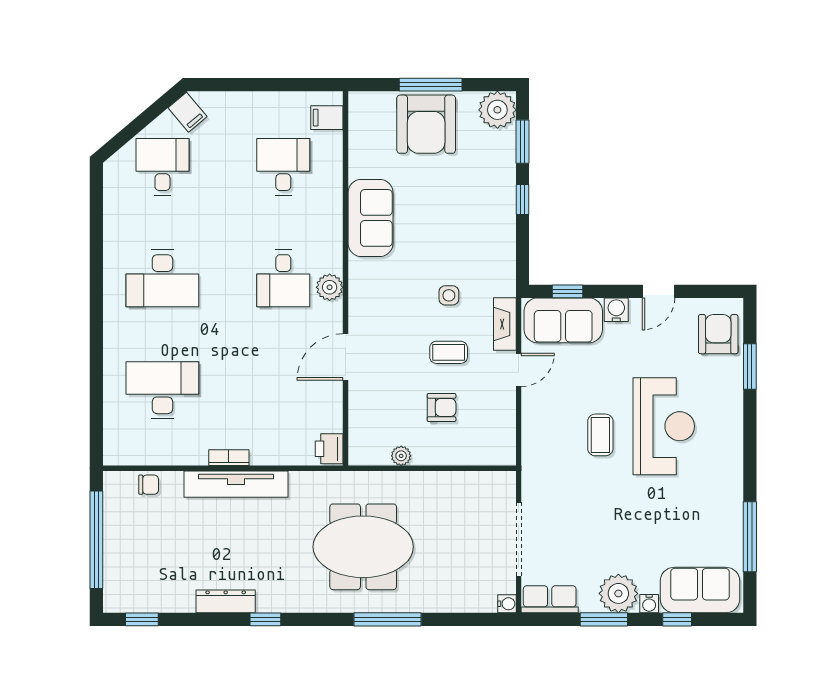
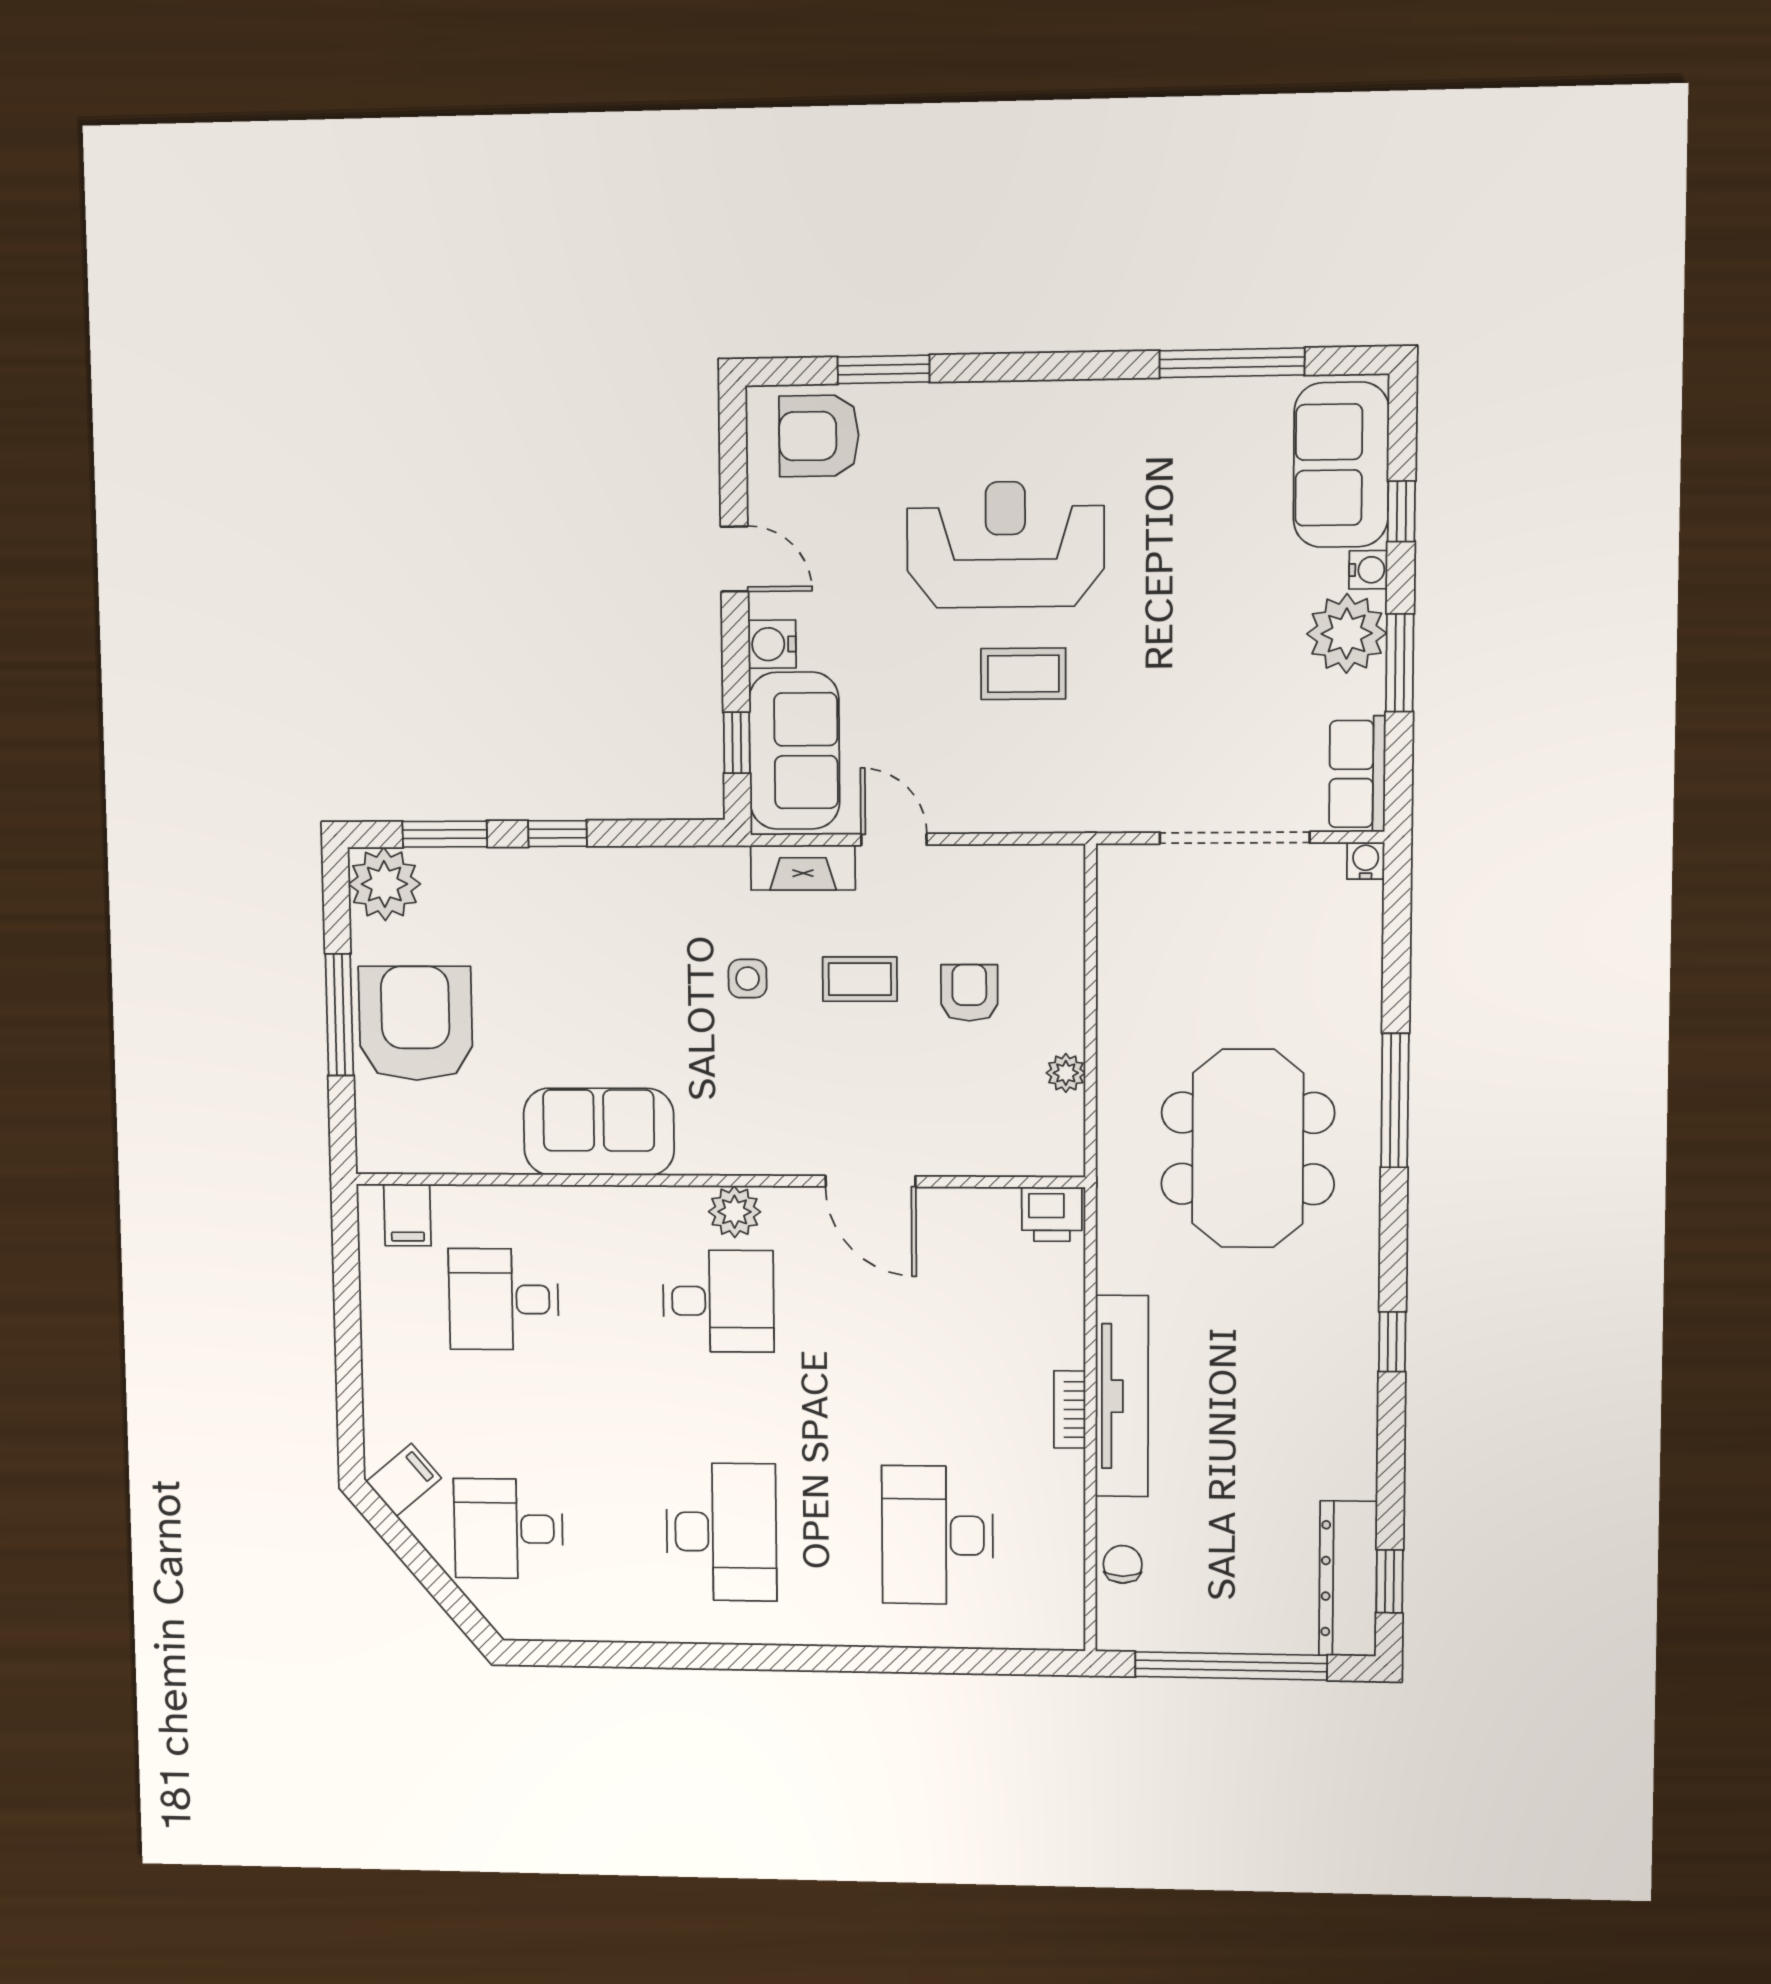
armchair: (426, 124) -> (416, 1023), turned -90
coffee table: (449, 352) -> (860, 979), turned 90
dresser: (226, 601) -> (1348, 1579), moved, width x1.37, depth x1.24

